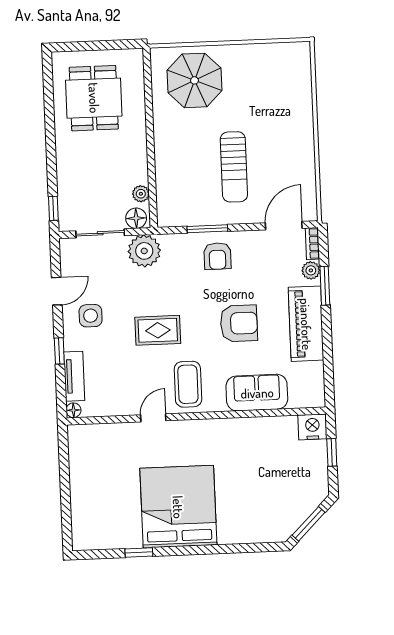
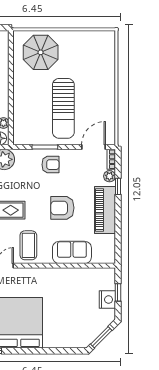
sun lounger: (234, 167) -> (63, 108), width x1.36, depth x1.34
armchair: (217, 256) -> (50, 165), turned -90
window: (325, 286) -> (118, 186), width x0.67
armchair: (239, 323) -> (62, 208), turned 180
nightstand: (312, 427) -> (107, 300), moved, turned 90

